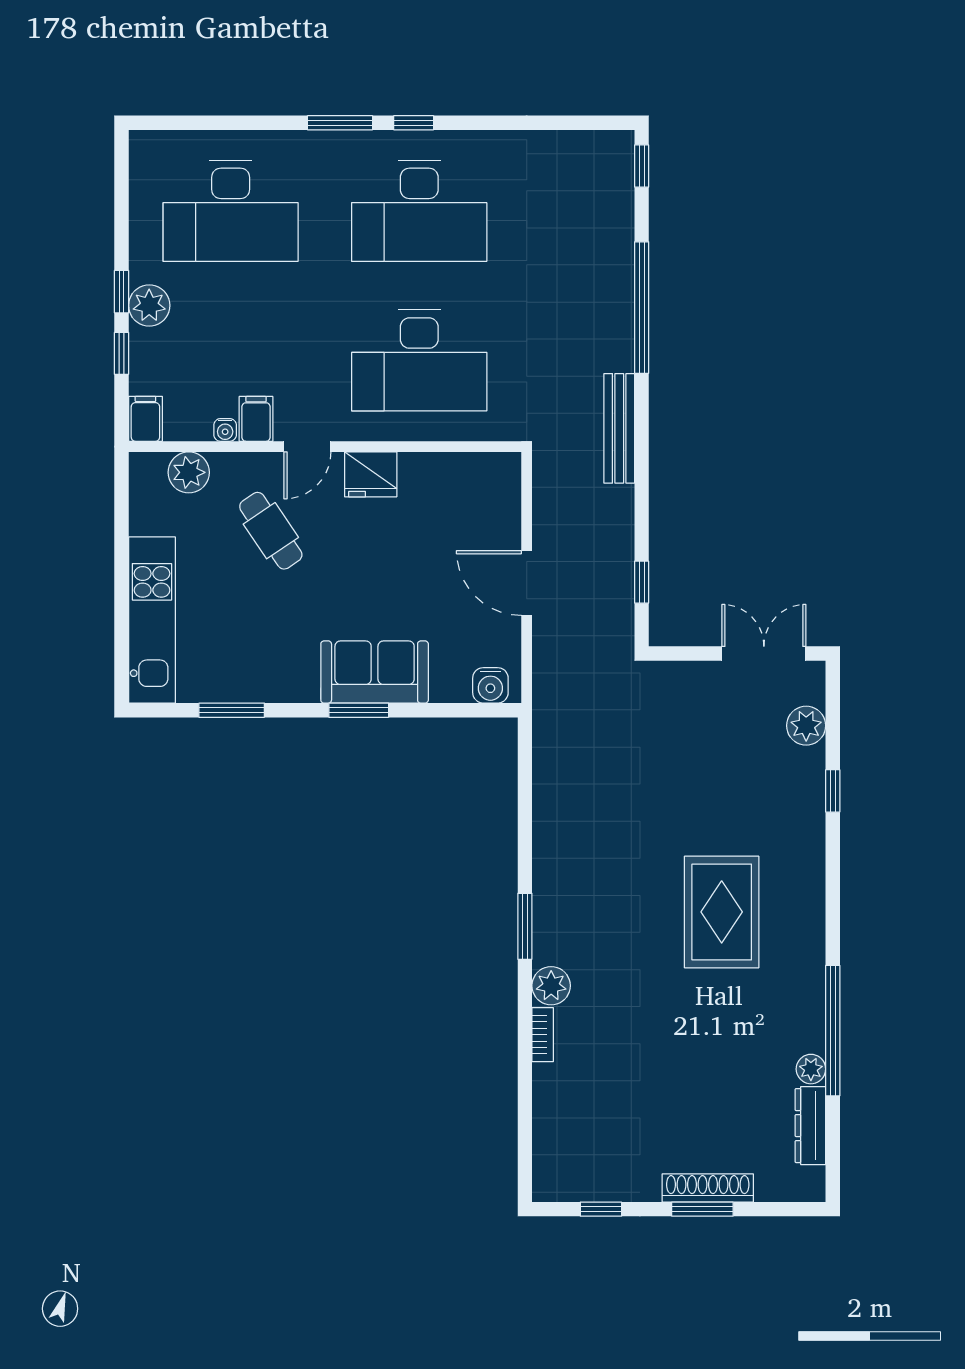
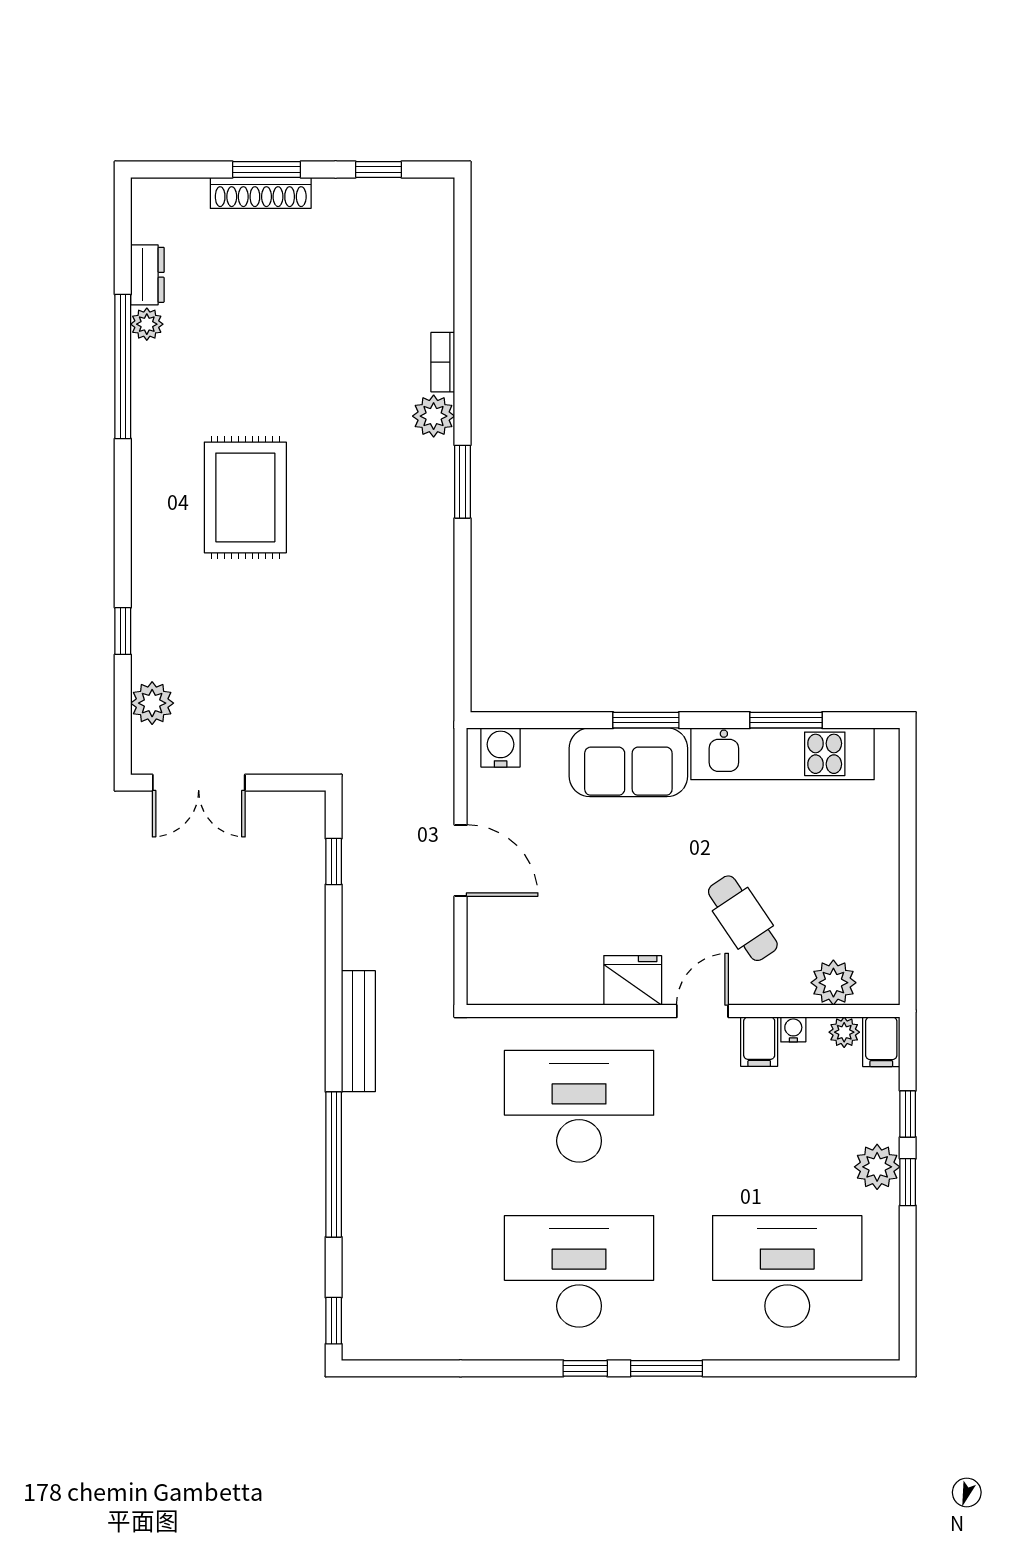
plant: (179, 427) -> (844, 1032), added
kitchen unit: (152, 620) -> (783, 754), moved, turned -90
dresser: (810, 1126) -> (147, 275), width x0.70

